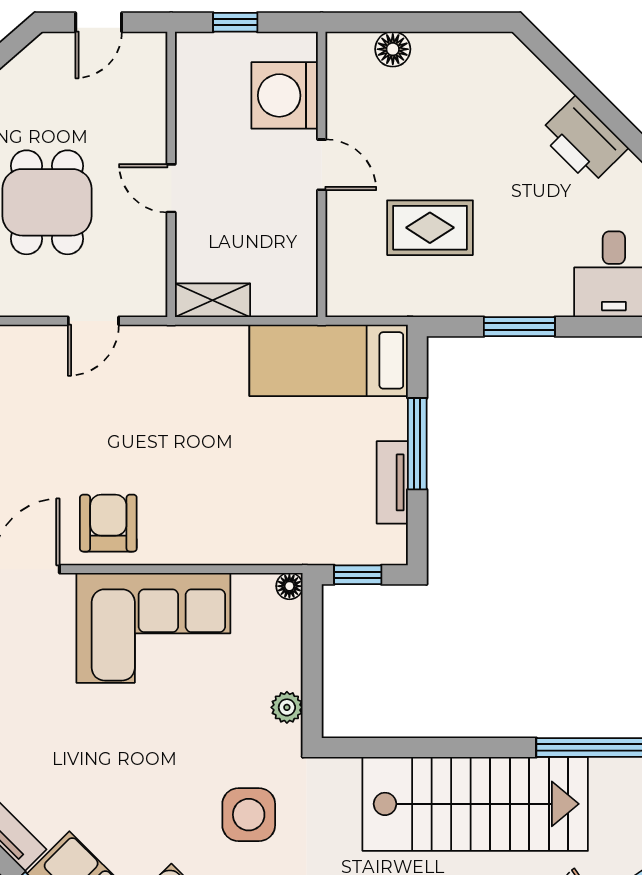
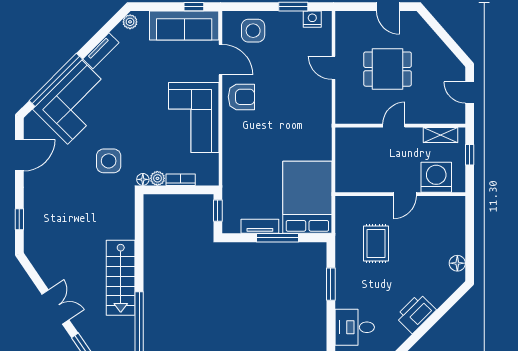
floor lamp: (393, 49) -> (457, 263), moved
shelving: (213, 300) -> (441, 135), moved, turned 90
door: (93, 321) -> (333, 68), moved
bed: (329, 360) -> (307, 197), width x1.50
floor lamp: (289, 586) -> (143, 179), moved
bookcase: (290, 657) -> (181, 180), added
stairs: (475, 804) -> (121, 278), width x0.73, depth x0.66

